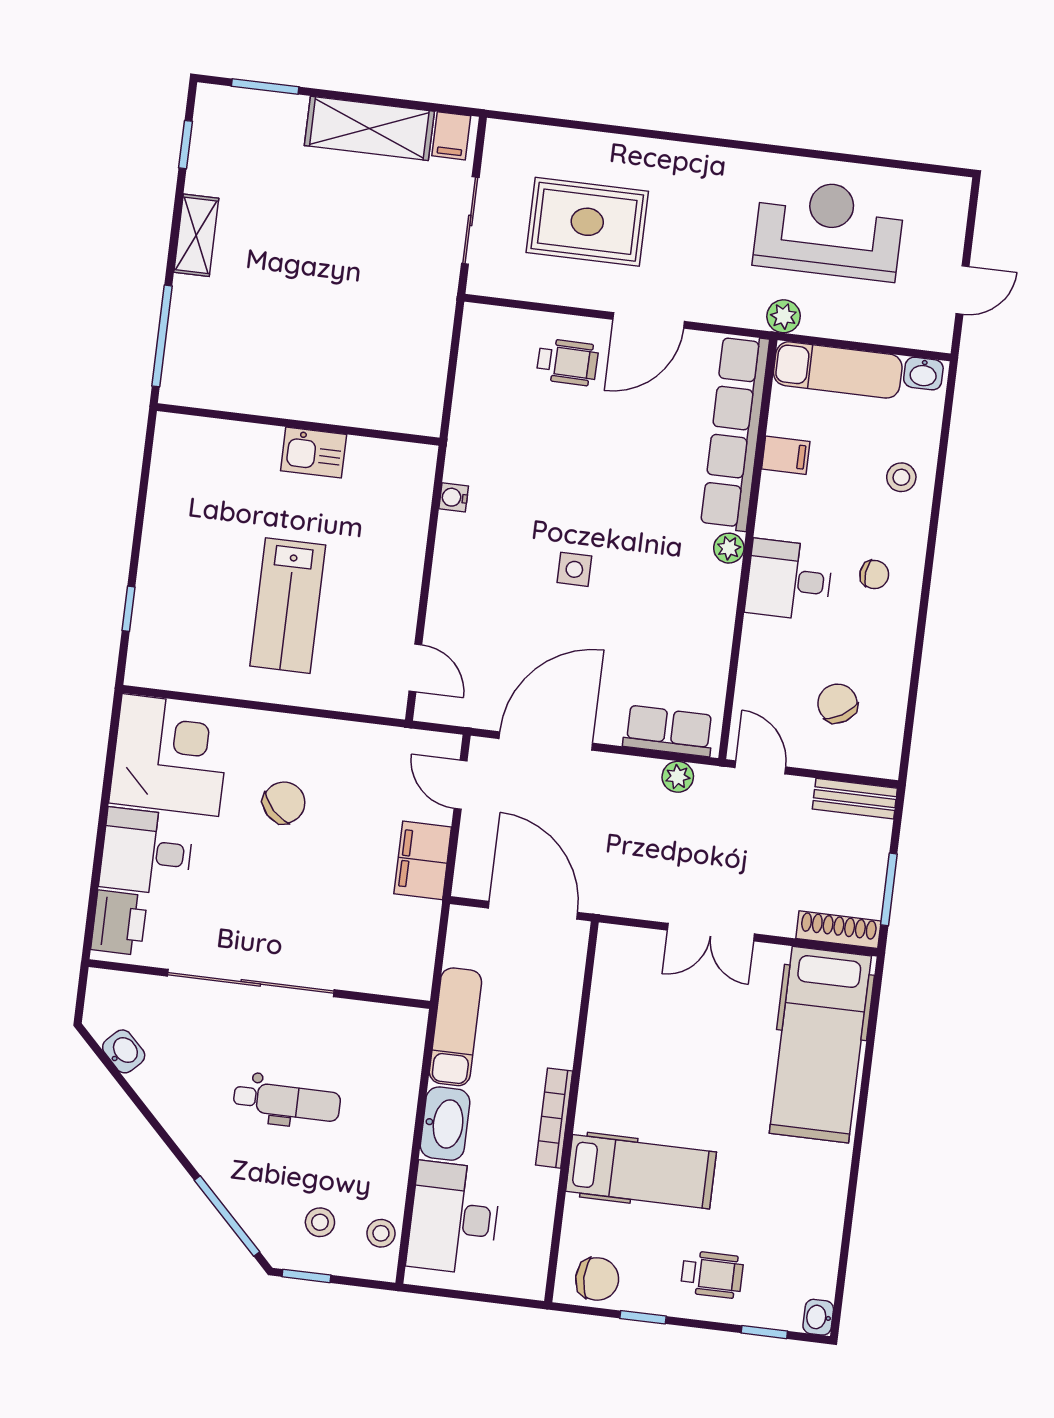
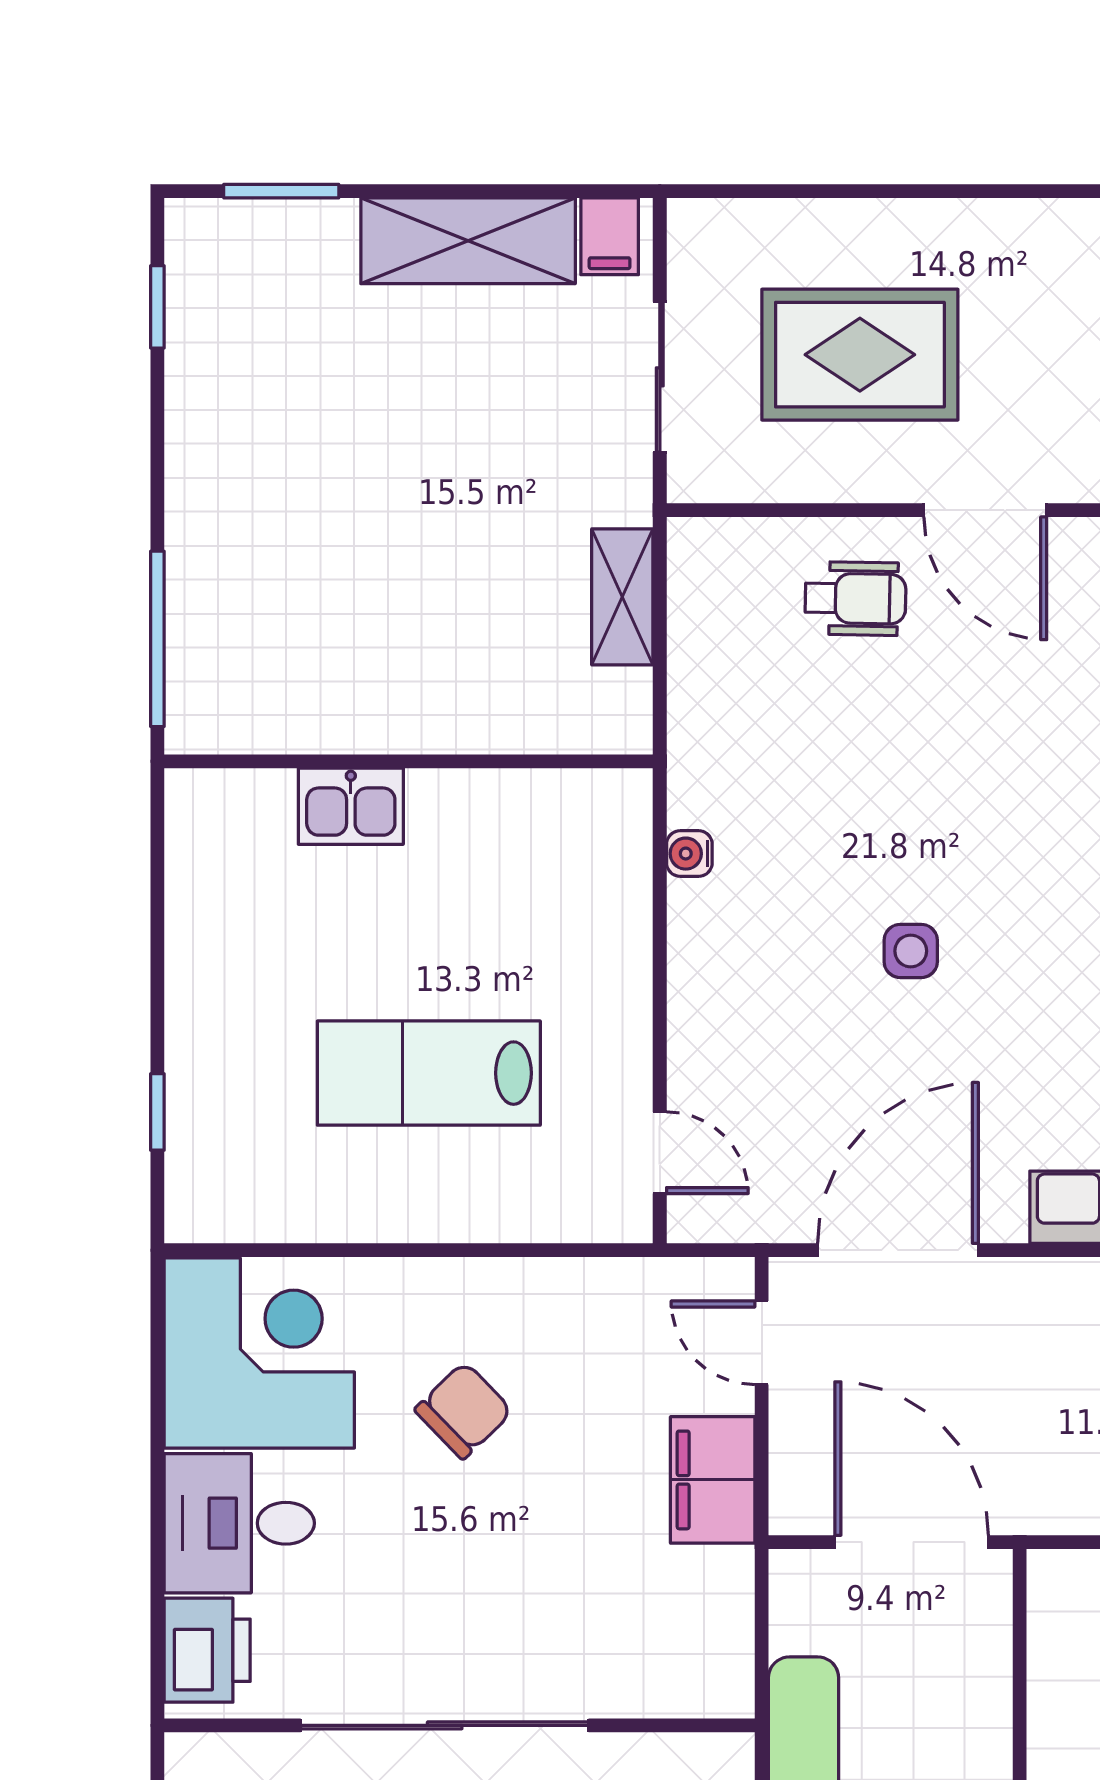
shelving: (196, 235) -> (622, 597), moved
door: (649, 320) -> (985, 510), hinge flipped
kitchen sink: (314, 453) -> (351, 806), moved
lab bench: (288, 606) -> (429, 1073), turned 90

